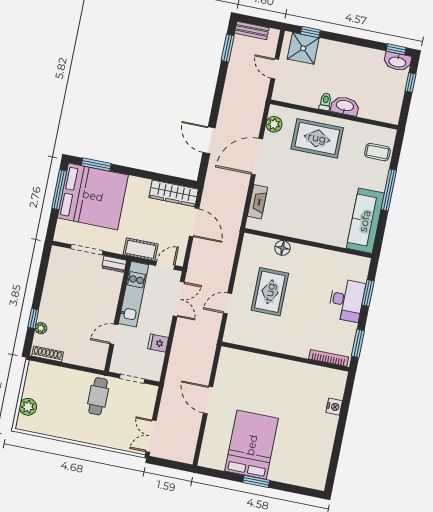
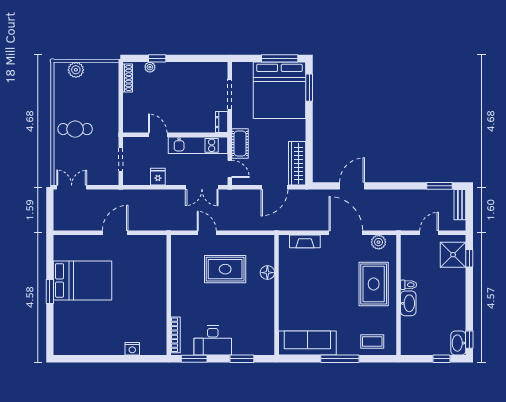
coffee table: (377, 152) -> (372, 341), turned 90
desk: (347, 300) -> (213, 341), moved
cafe table: (98, 396) -> (75, 129), moved

